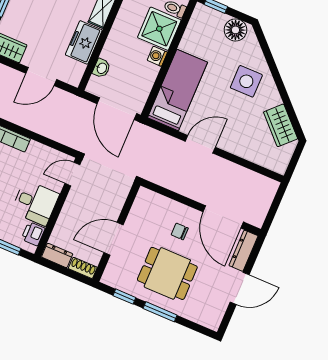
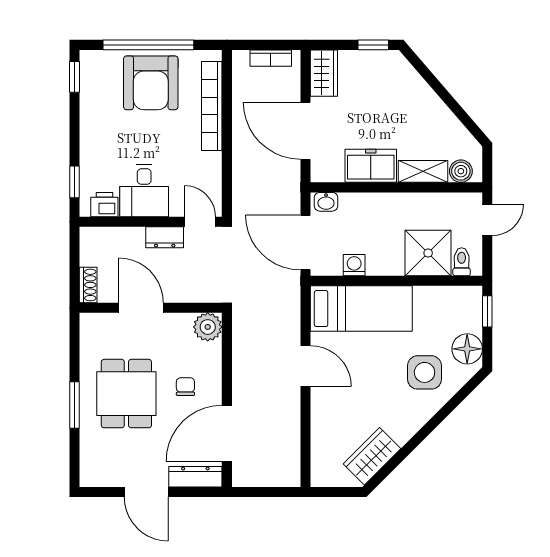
washing machine: (157, 56) -> (354, 265), moved
washbasin: (102, 68) -> (326, 202), moved
door: (41, 76) -> (305, 131), width x1.36
side table: (246, 81) -> (425, 372), moved
door: (117, 109) -> (305, 243), hinge flipped
plant: (146, 199) -> (208, 327), added
dresser: (57, 255) -> (165, 237), moved, turned 90
window: (124, 297) -> (75, 352), removed

